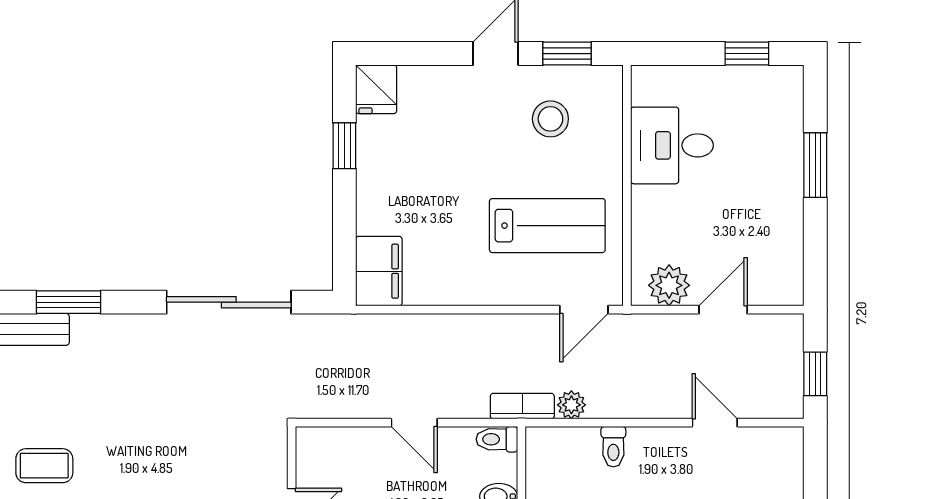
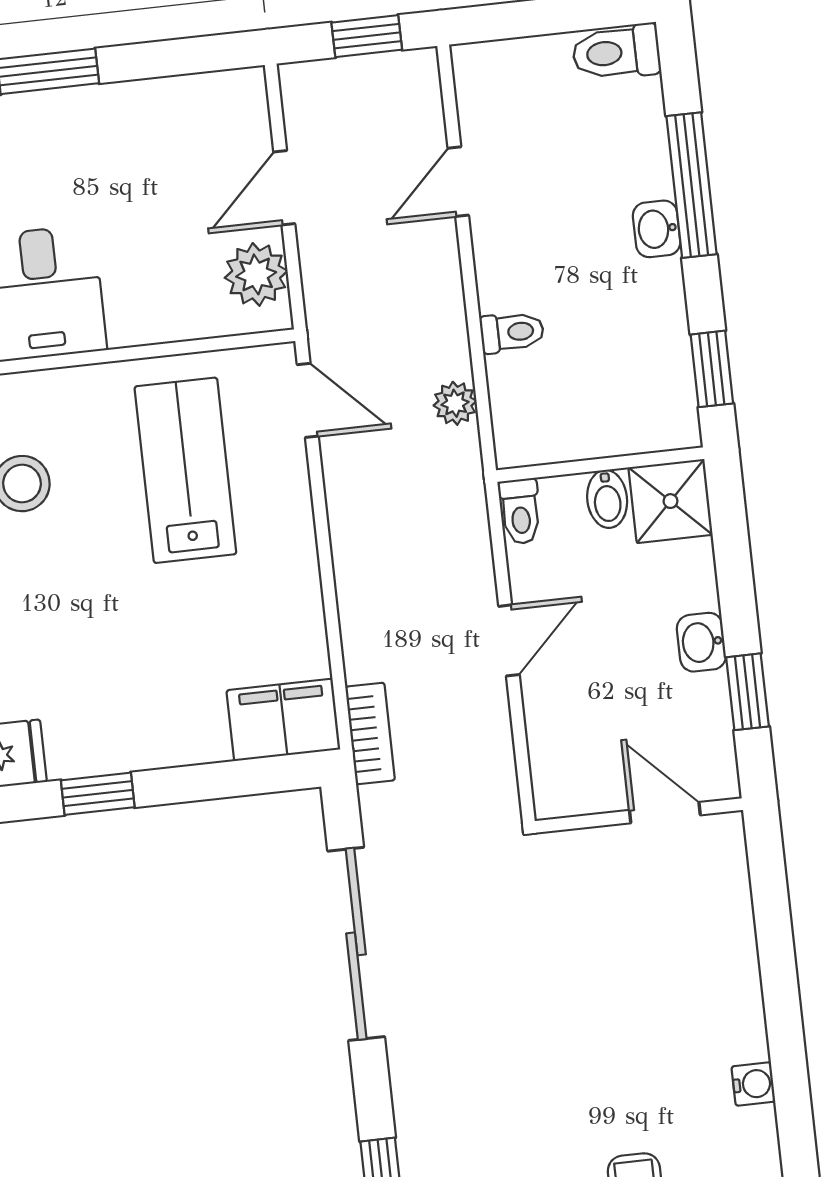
door: (723, 310) -> (284, 188), hinge flipped
bookcase: (522, 406) -> (370, 733), moved, turned 180

